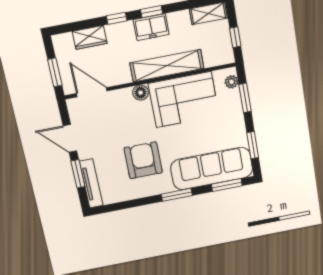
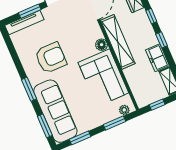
freezer: (151, 27) -> (157, 58), moved
shelving: (167, 66) -> (118, 42), moved

